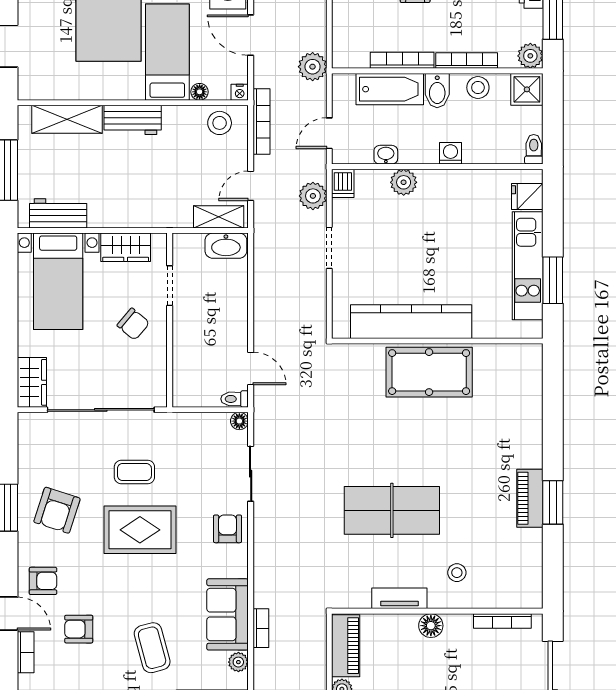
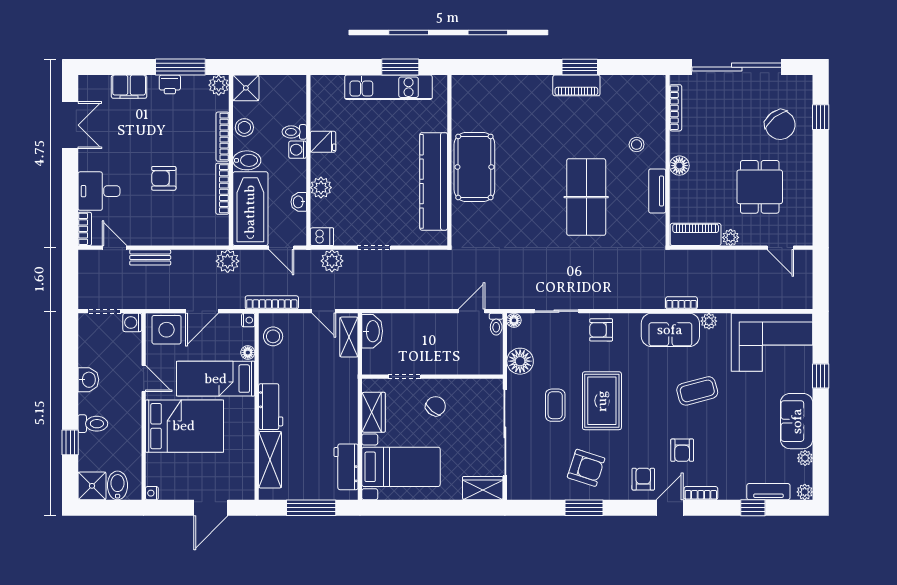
bathtub: (390, 89) -> (250, 209), width x1.36, depth x1.36
toilet: (534, 149) -> (294, 132), moved
fridge: (527, 197) -> (323, 142), moved, turned -90
floor lamp: (189, 429) -> (520, 361), added

